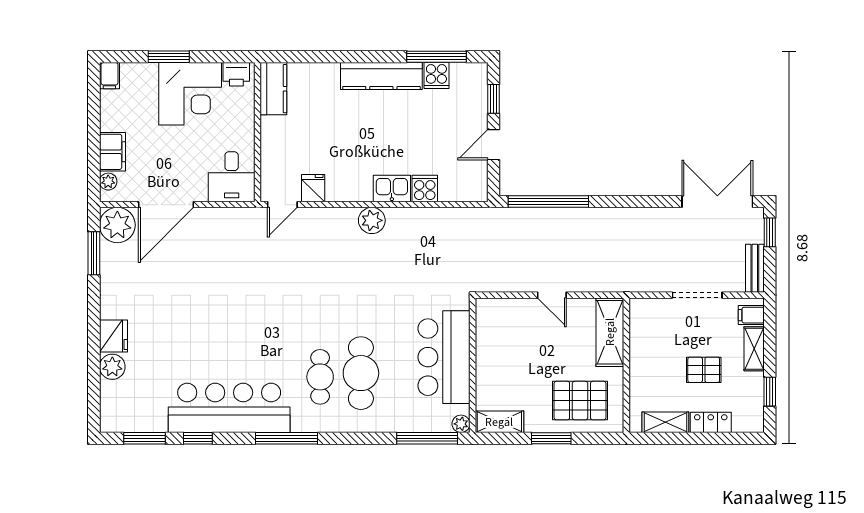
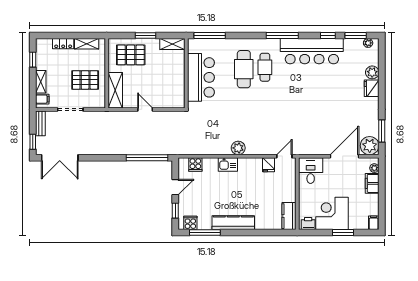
cooker: (436, 75) -> (190, 223), moved
cooker: (425, 188) -> (195, 164), moved
pallet: (704, 370) -> (85, 80), moved, width x1.50, depth x1.42
plant: (461, 424) -> (368, 43), moved

